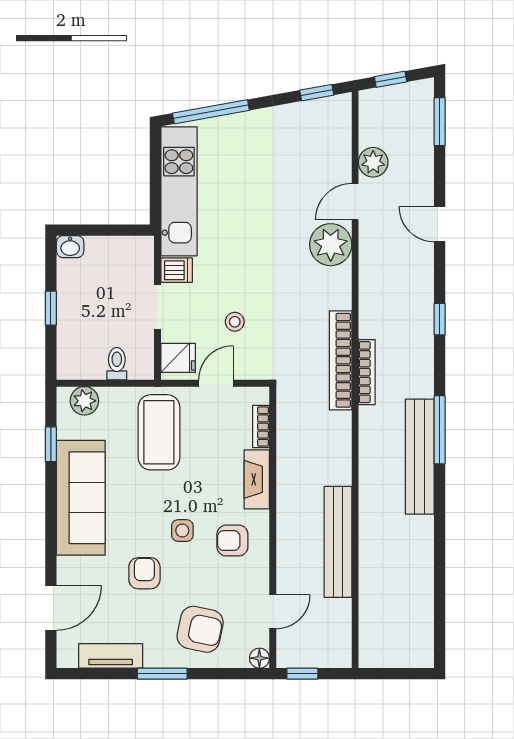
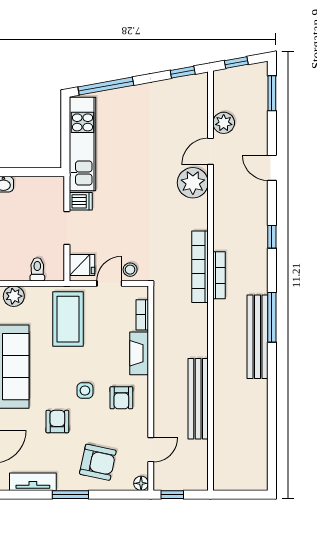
stool: (235, 322) -> (130, 270), moved
armchair: (232, 541) -> (121, 398), turned -90

